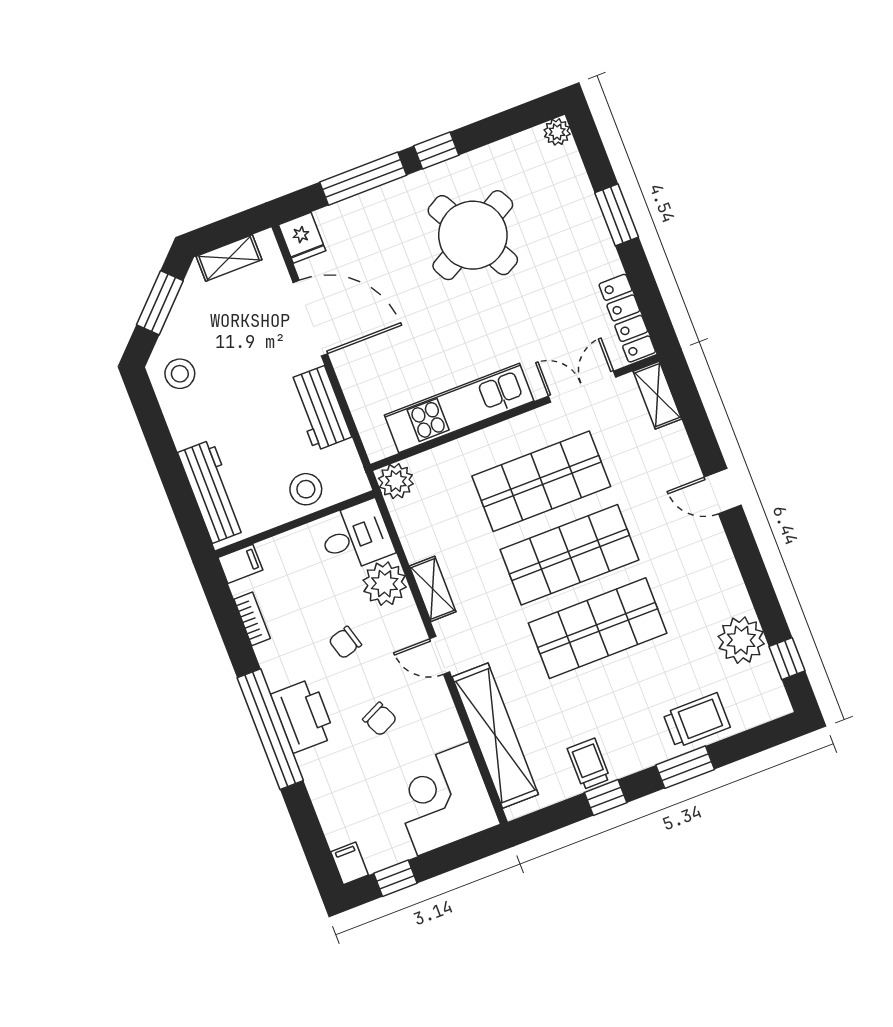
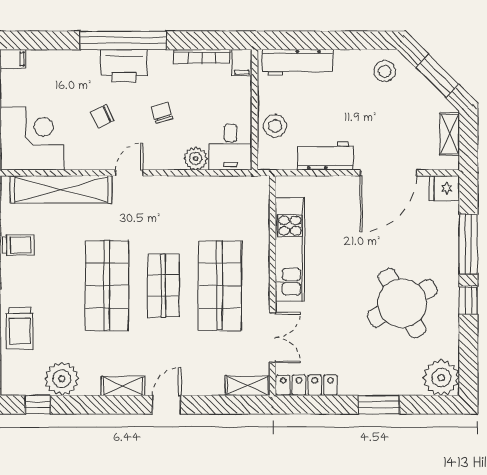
plant: (557, 132) -> (441, 378), width x1.87, depth x1.87
plant: (396, 481) -> (257, 188), removed
shop shelf: (569, 555) -> (163, 286), width x0.70, depth x0.74
plant: (385, 584) -> (196, 159), width x0.73, depth x0.73
shelving: (433, 589) -> (123, 386), moved
bookcase: (252, 619) -> (202, 57), width x1.56

